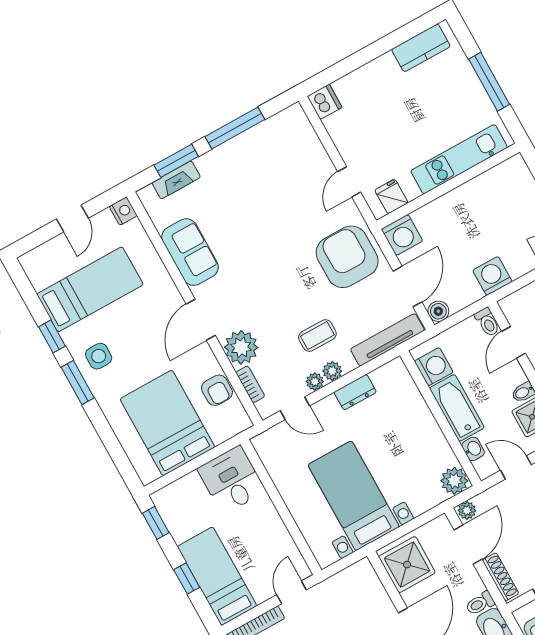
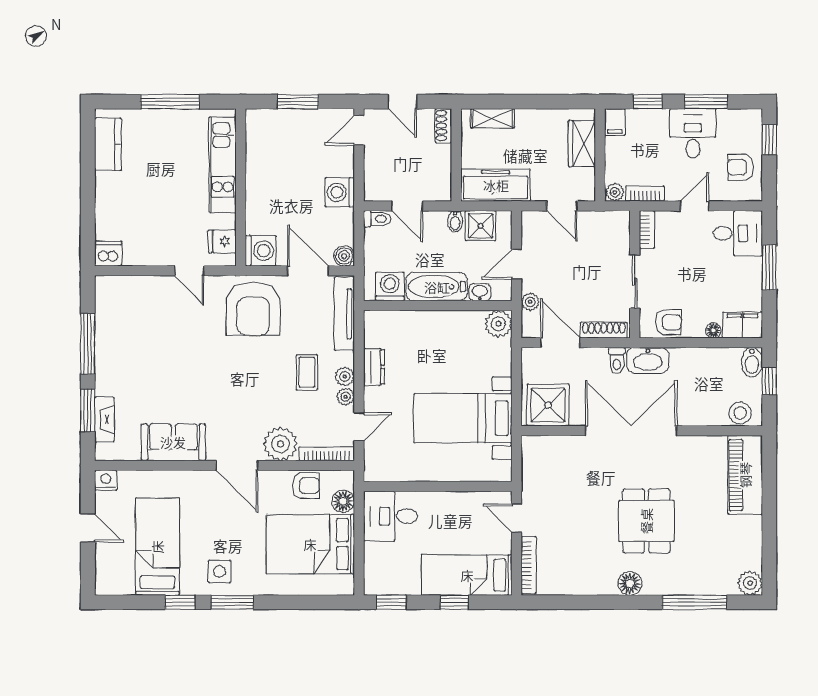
armchair: (347, 257) -> (253, 309), turned -90
bookcase: (250, 384) -> (327, 454), width x1.56
floor lamp: (221, 431) -> (343, 501), added
plant: (467, 510) -> (530, 302), moved

